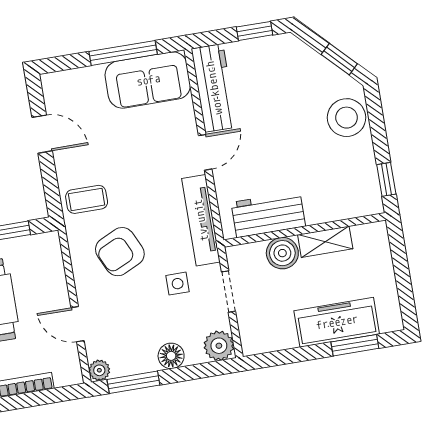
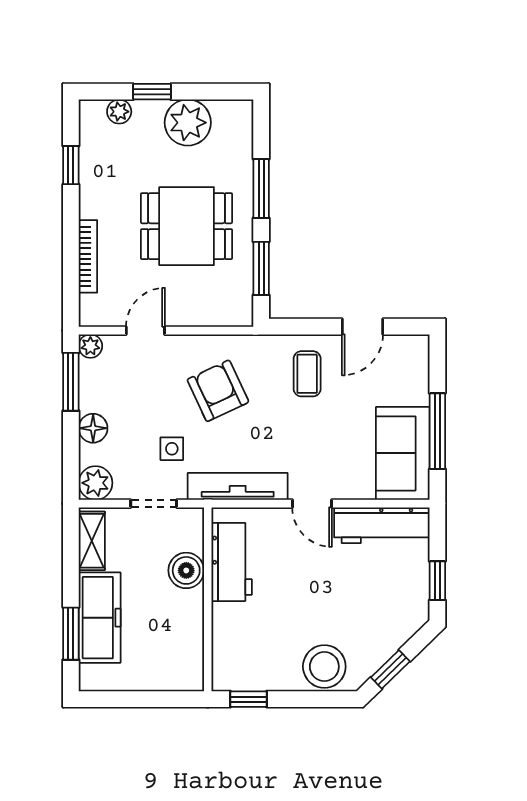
coffee table: (87, 199) -> (307, 374), moved
shelving: (325, 242) -> (92, 541), moved

